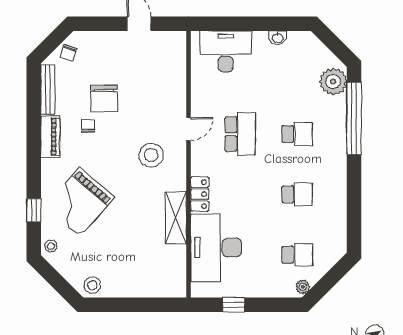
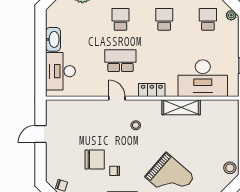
washbasin: (278, 38) -> (53, 39), width x1.91, depth x1.45
stool: (151, 155) -> (136, 125), width x0.53, depth x0.53
locker: (200, 194) -> (152, 90), moved

